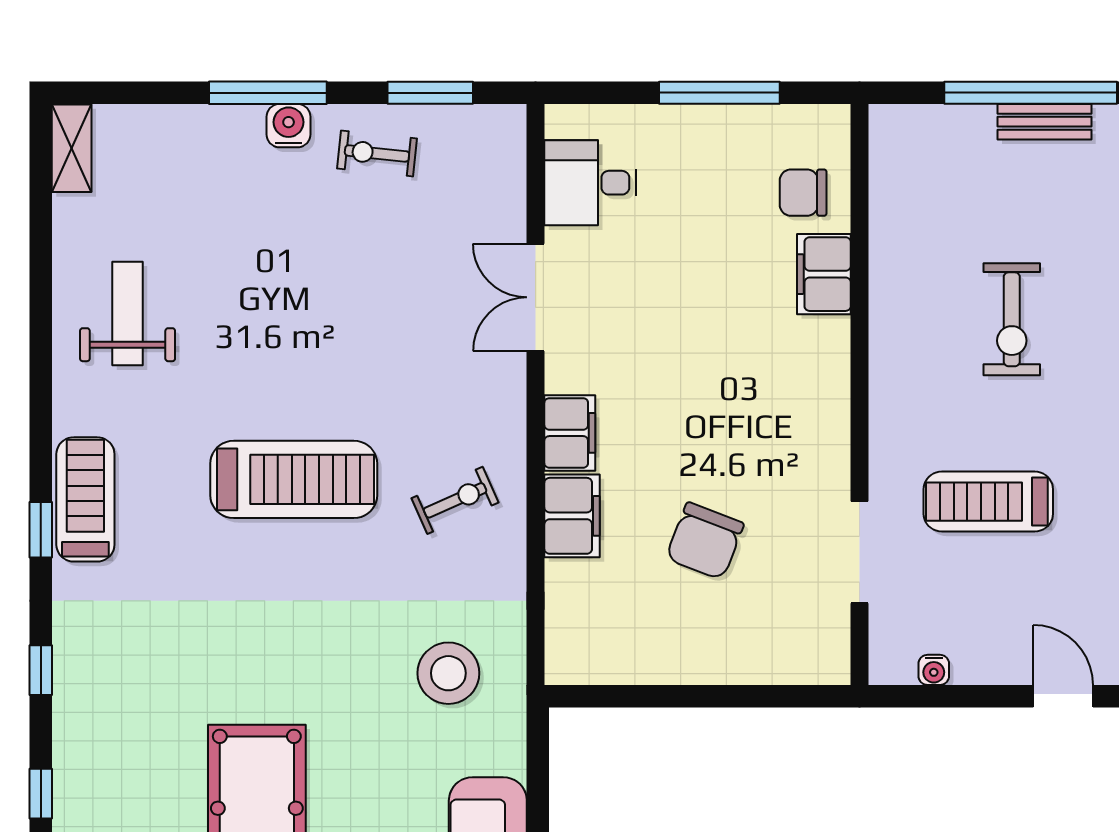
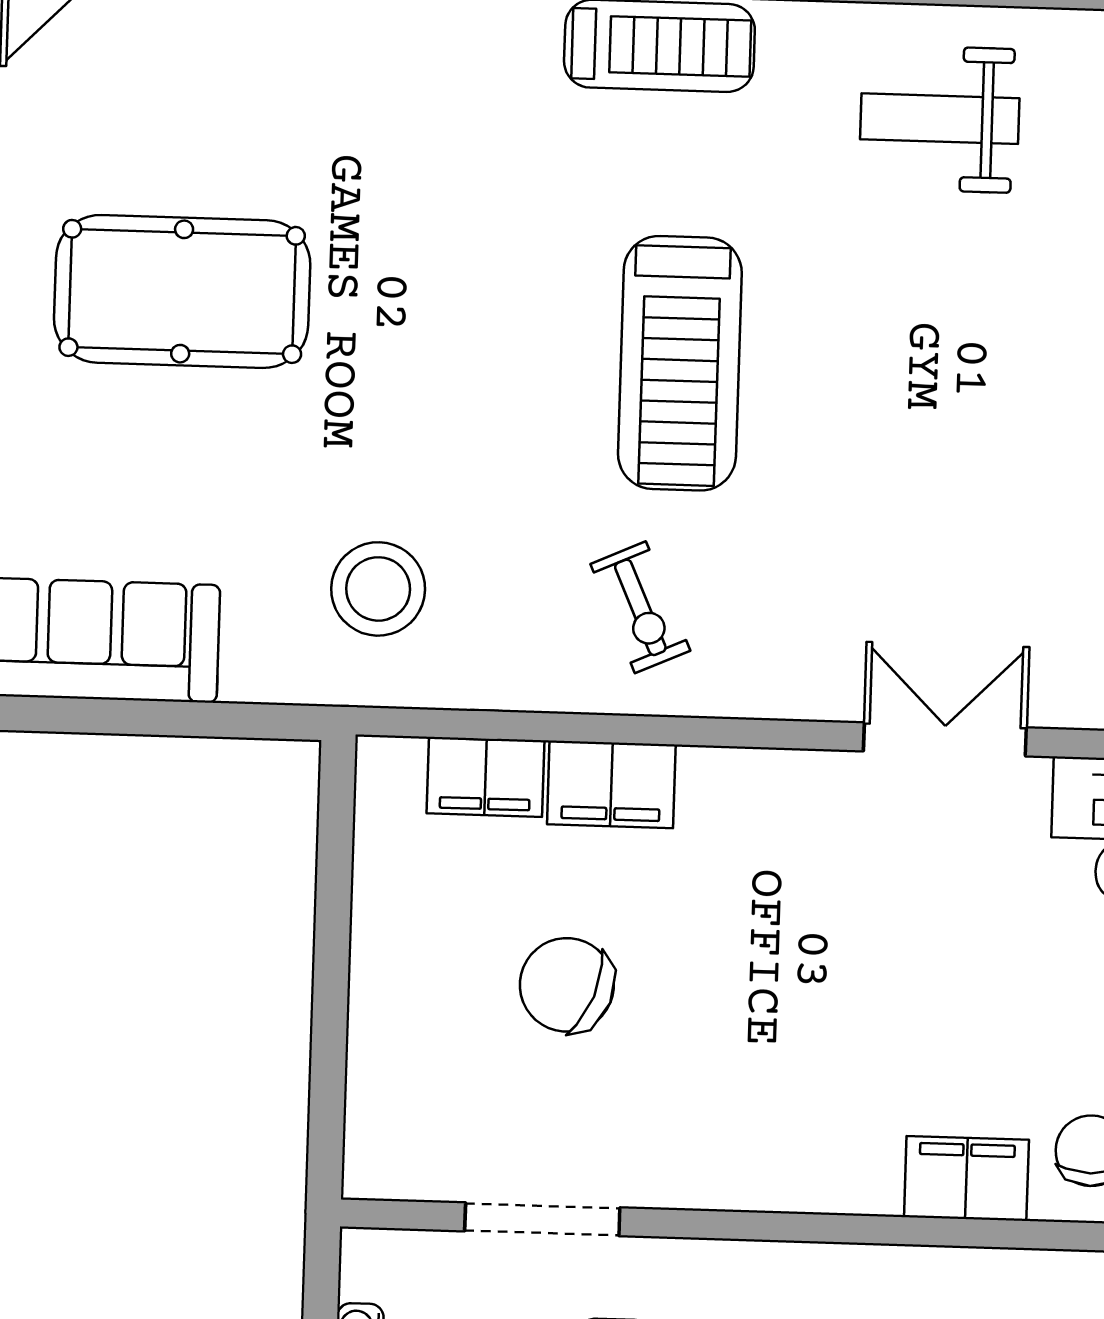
weight bench: (128, 314) -> (940, 119), turned 180
filing cabinet: (570, 433) -> (485, 777), moved

